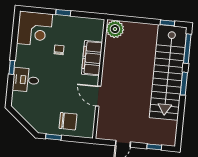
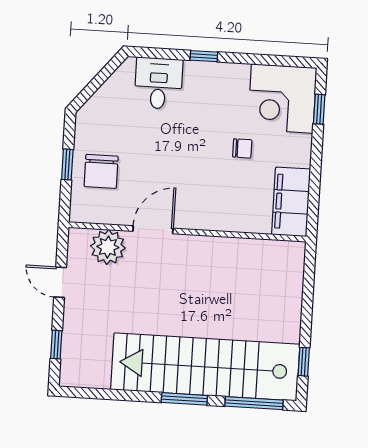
window: (63, 13) -> (319, 109), moved
plant: (115, 29) -> (108, 247), moved
filing cabinet: (92, 58) -> (291, 202), moved, turned -90
desk: (26, 80) -> (158, 83), moved
window: (54, 137) -> (67, 164), moved

